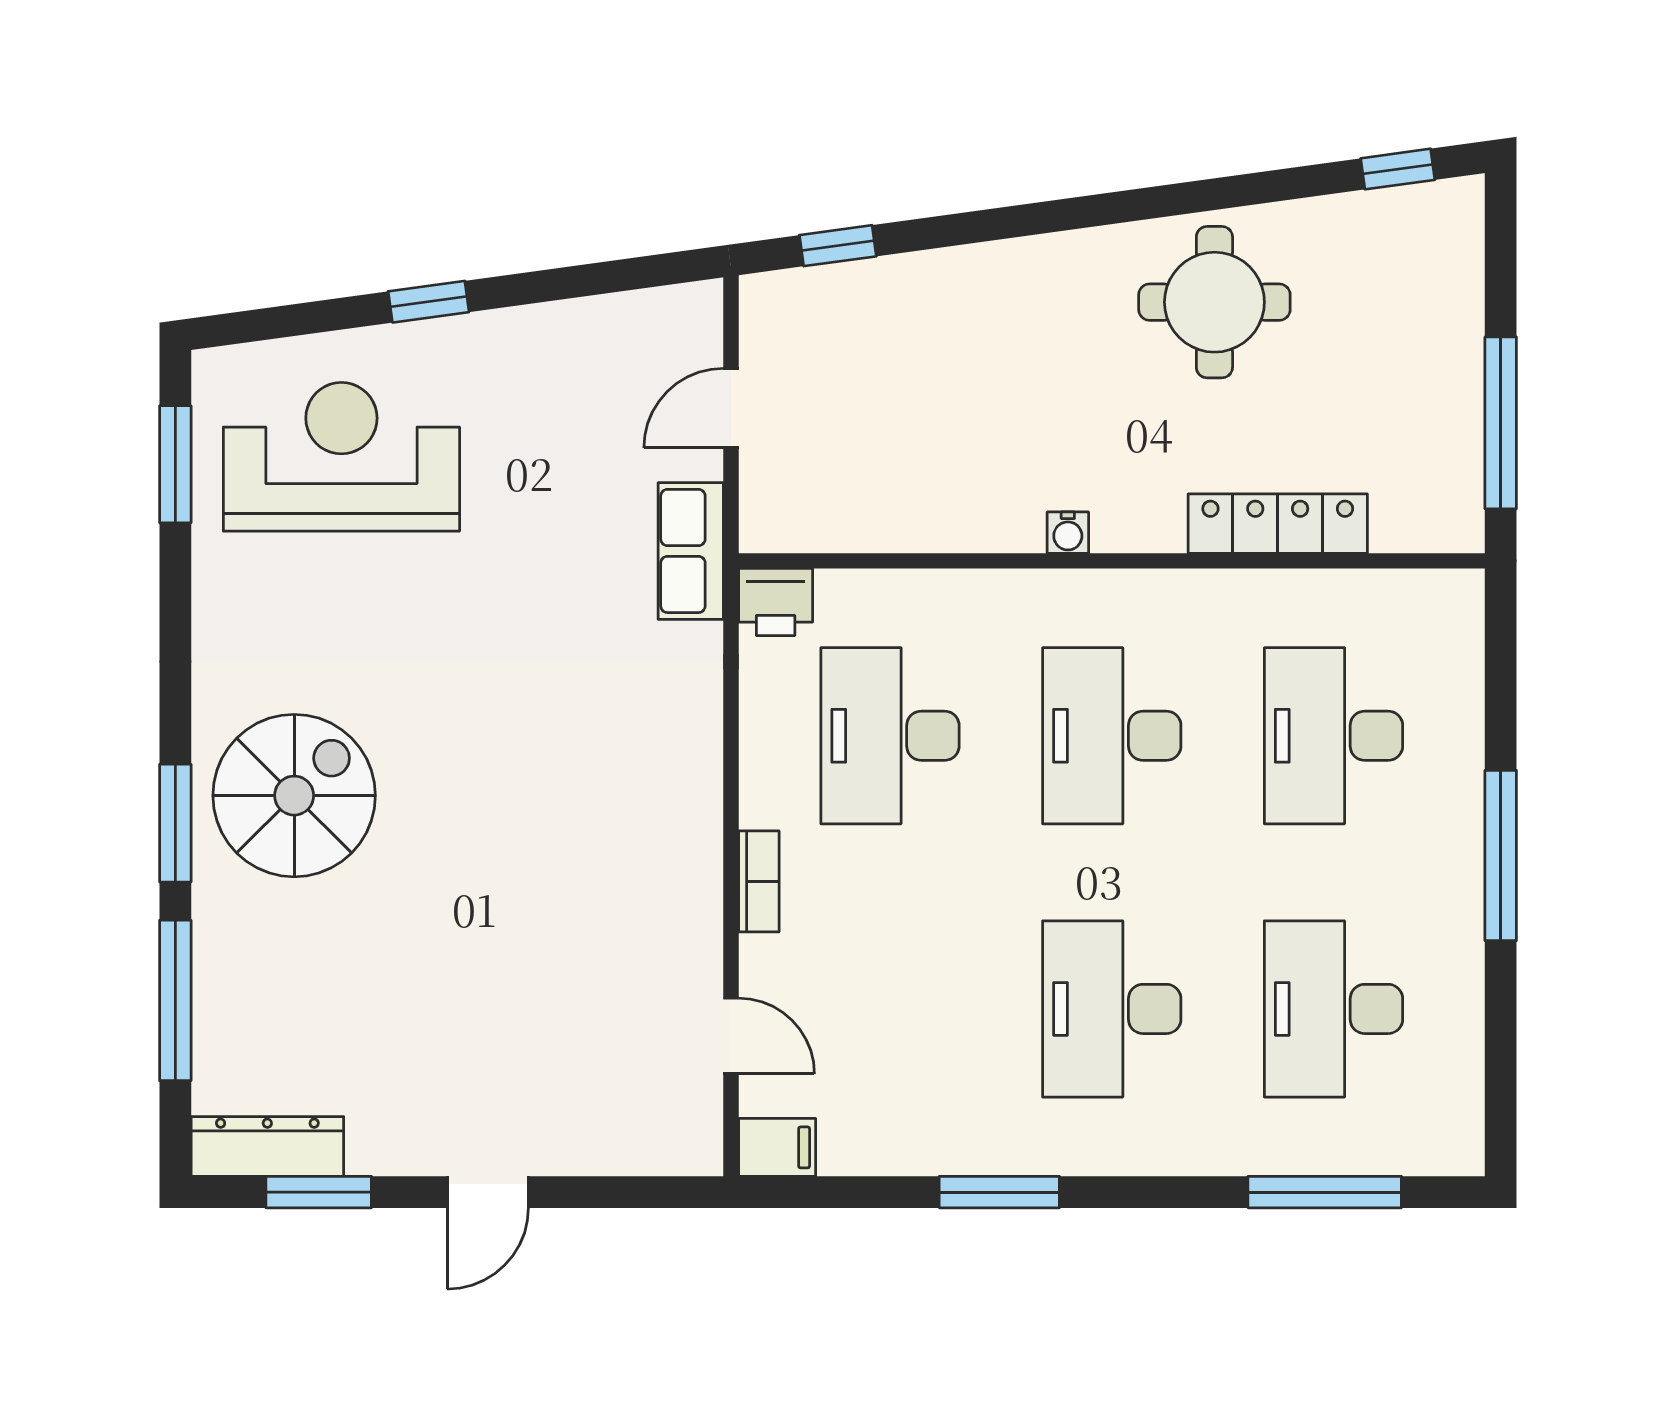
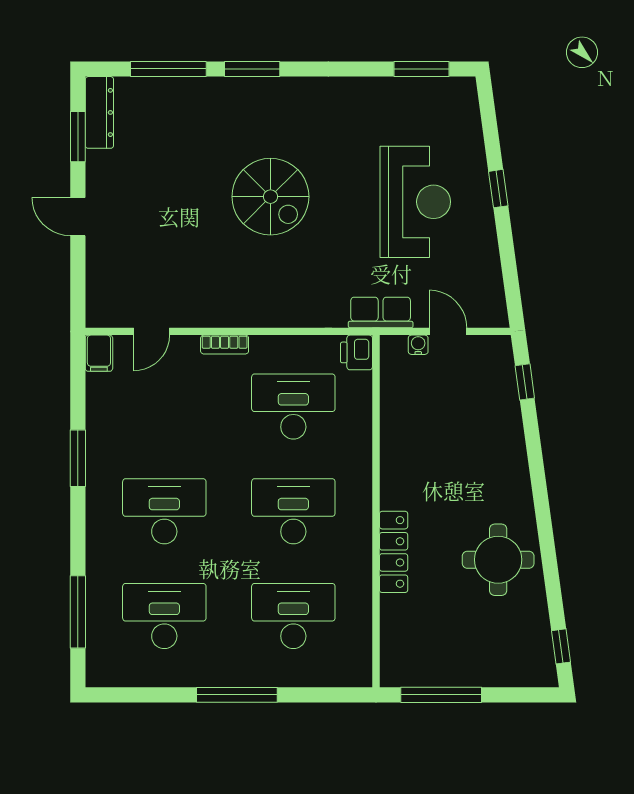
reception desk: (341, 457) -> (415, 202), moved
locker: (1278, 524) -> (394, 552), moved
water cooler: (1068, 533) -> (418, 345), moved, turned 90
spiral stairs: (294, 796) -> (270, 197), moved

